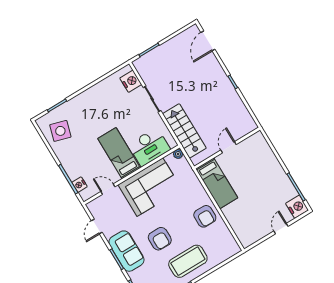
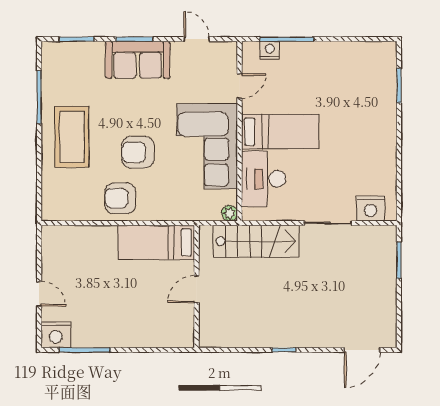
door: (208, 41) -> (362, 350), swing flipped
side table: (60, 131) -> (361, 69), removed
door: (229, 147) -> (197, 289), swing flipped
armchair: (160, 239) -> (138, 152), moved

